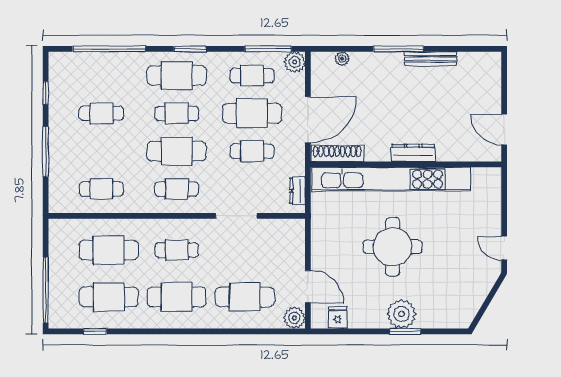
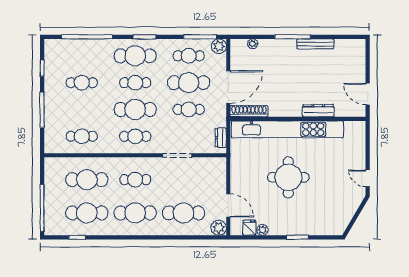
dresser: (413, 153) -> (318, 111), moved
plant: (401, 314) -> (262, 230), moved, width x0.53, depth x0.53

